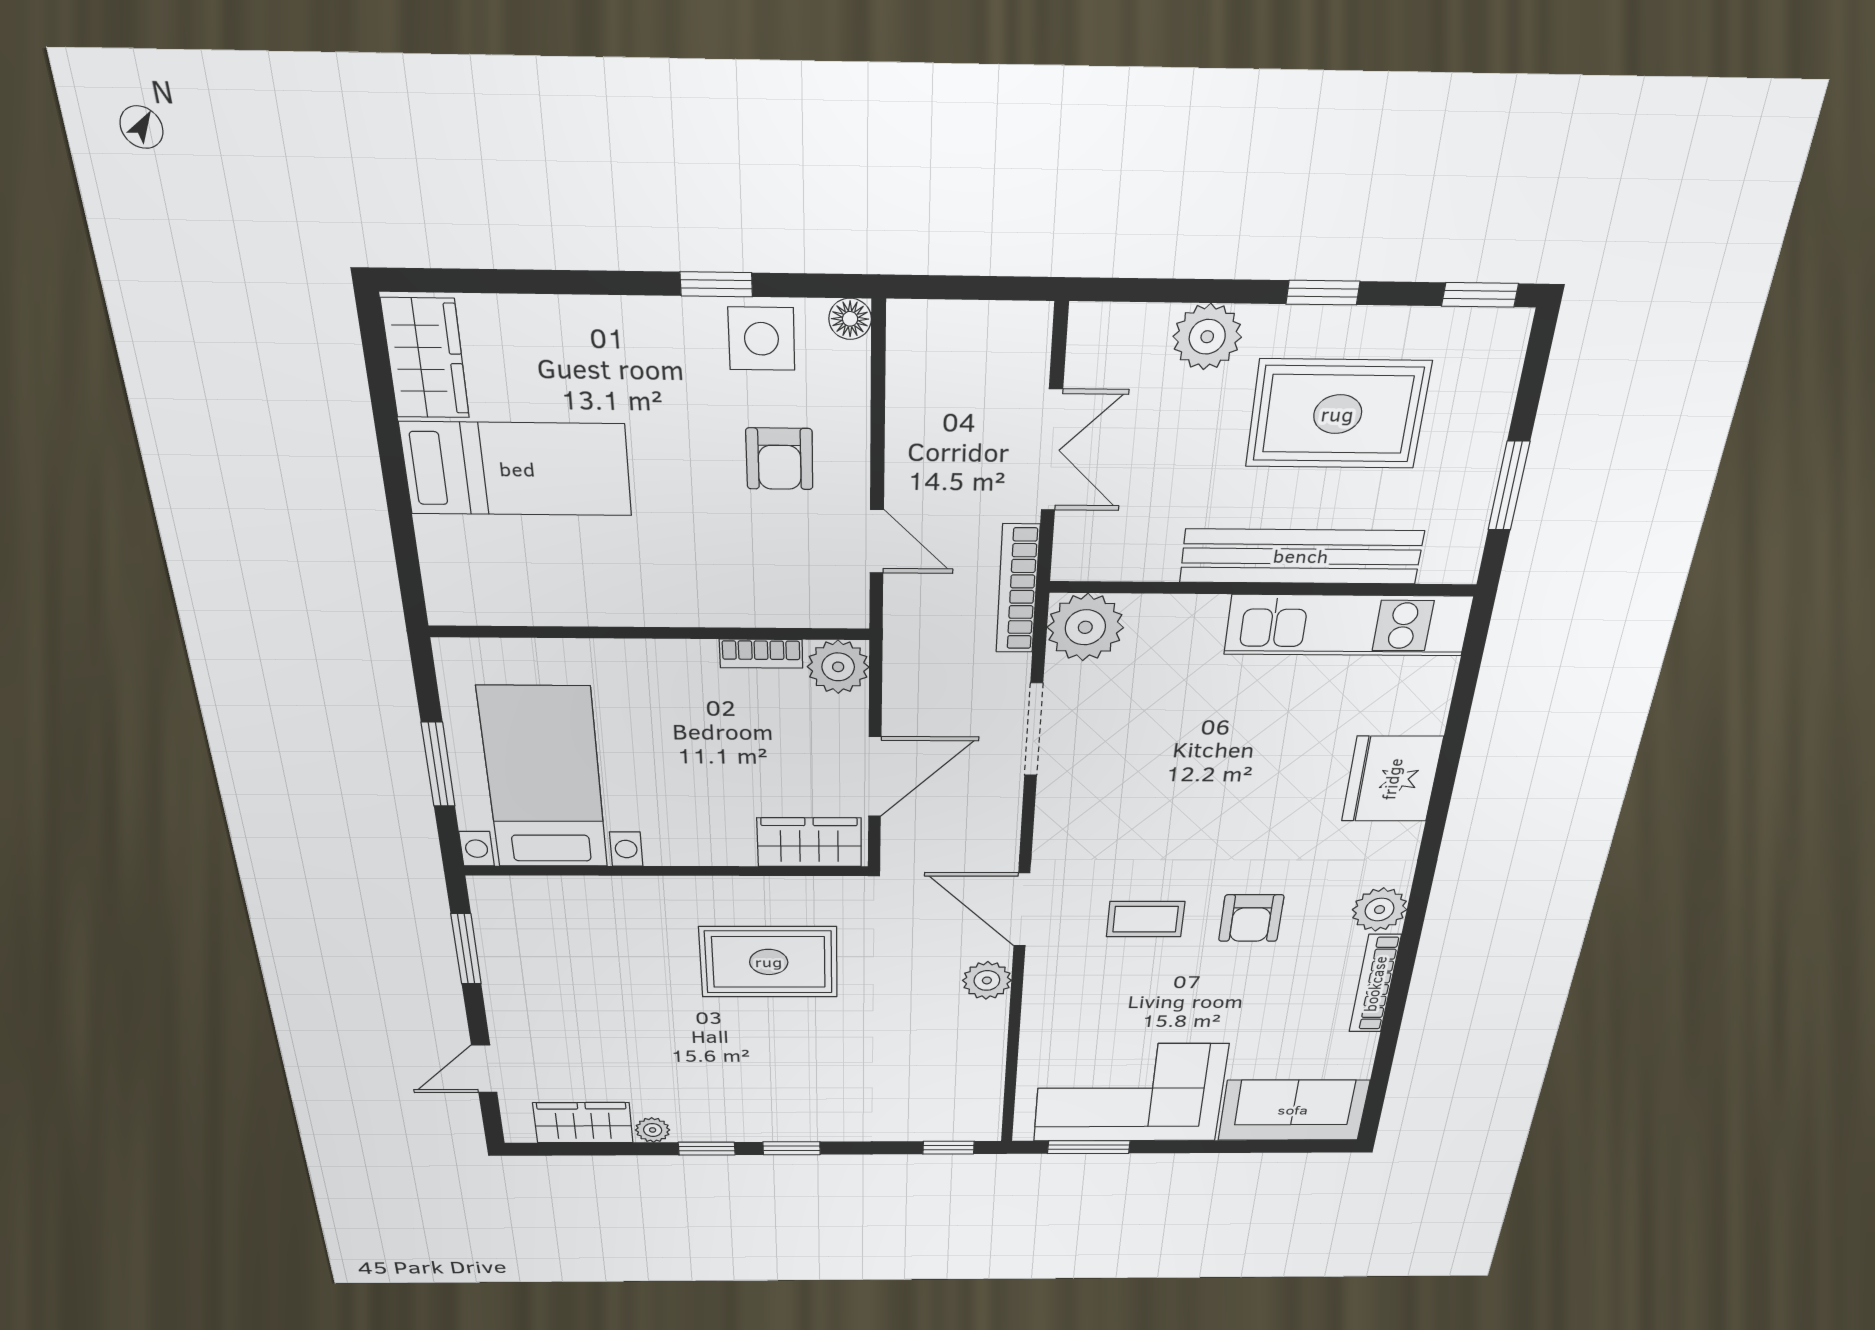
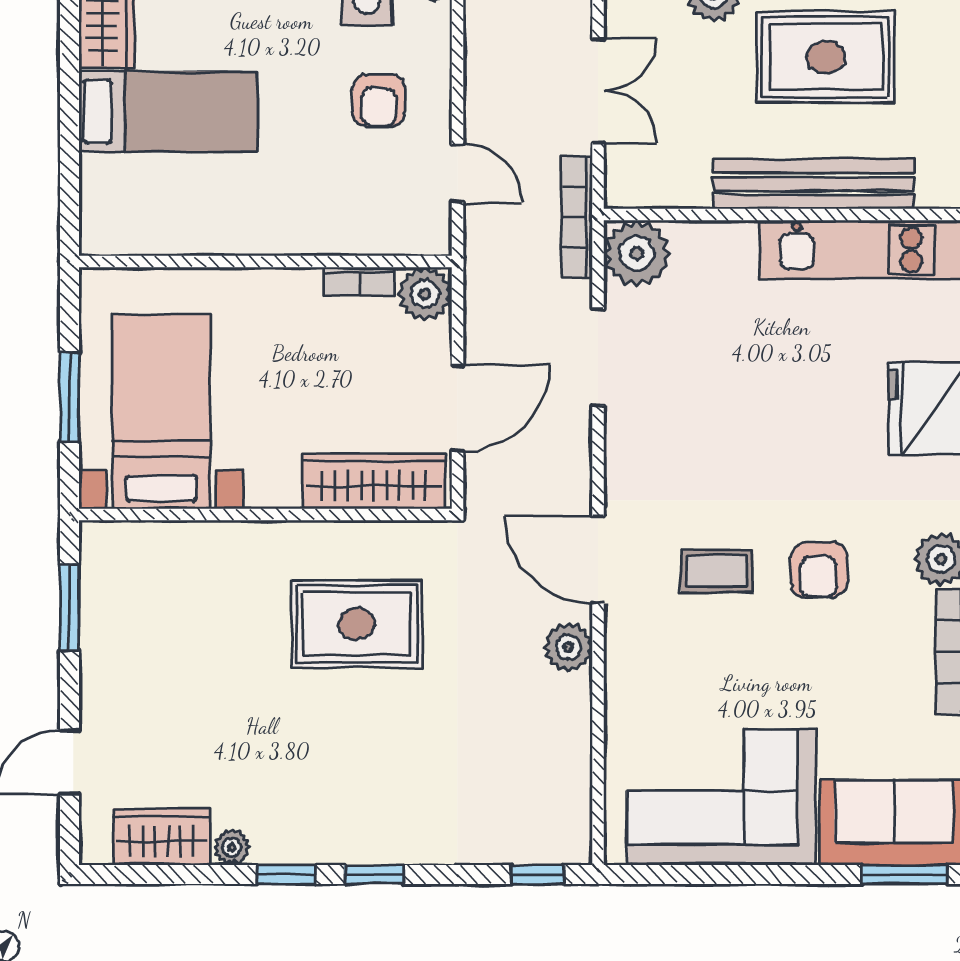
wardrobe: (809, 842) -> (374, 481), width x1.50
window: (1089, 1147) -> (904, 874), moved

